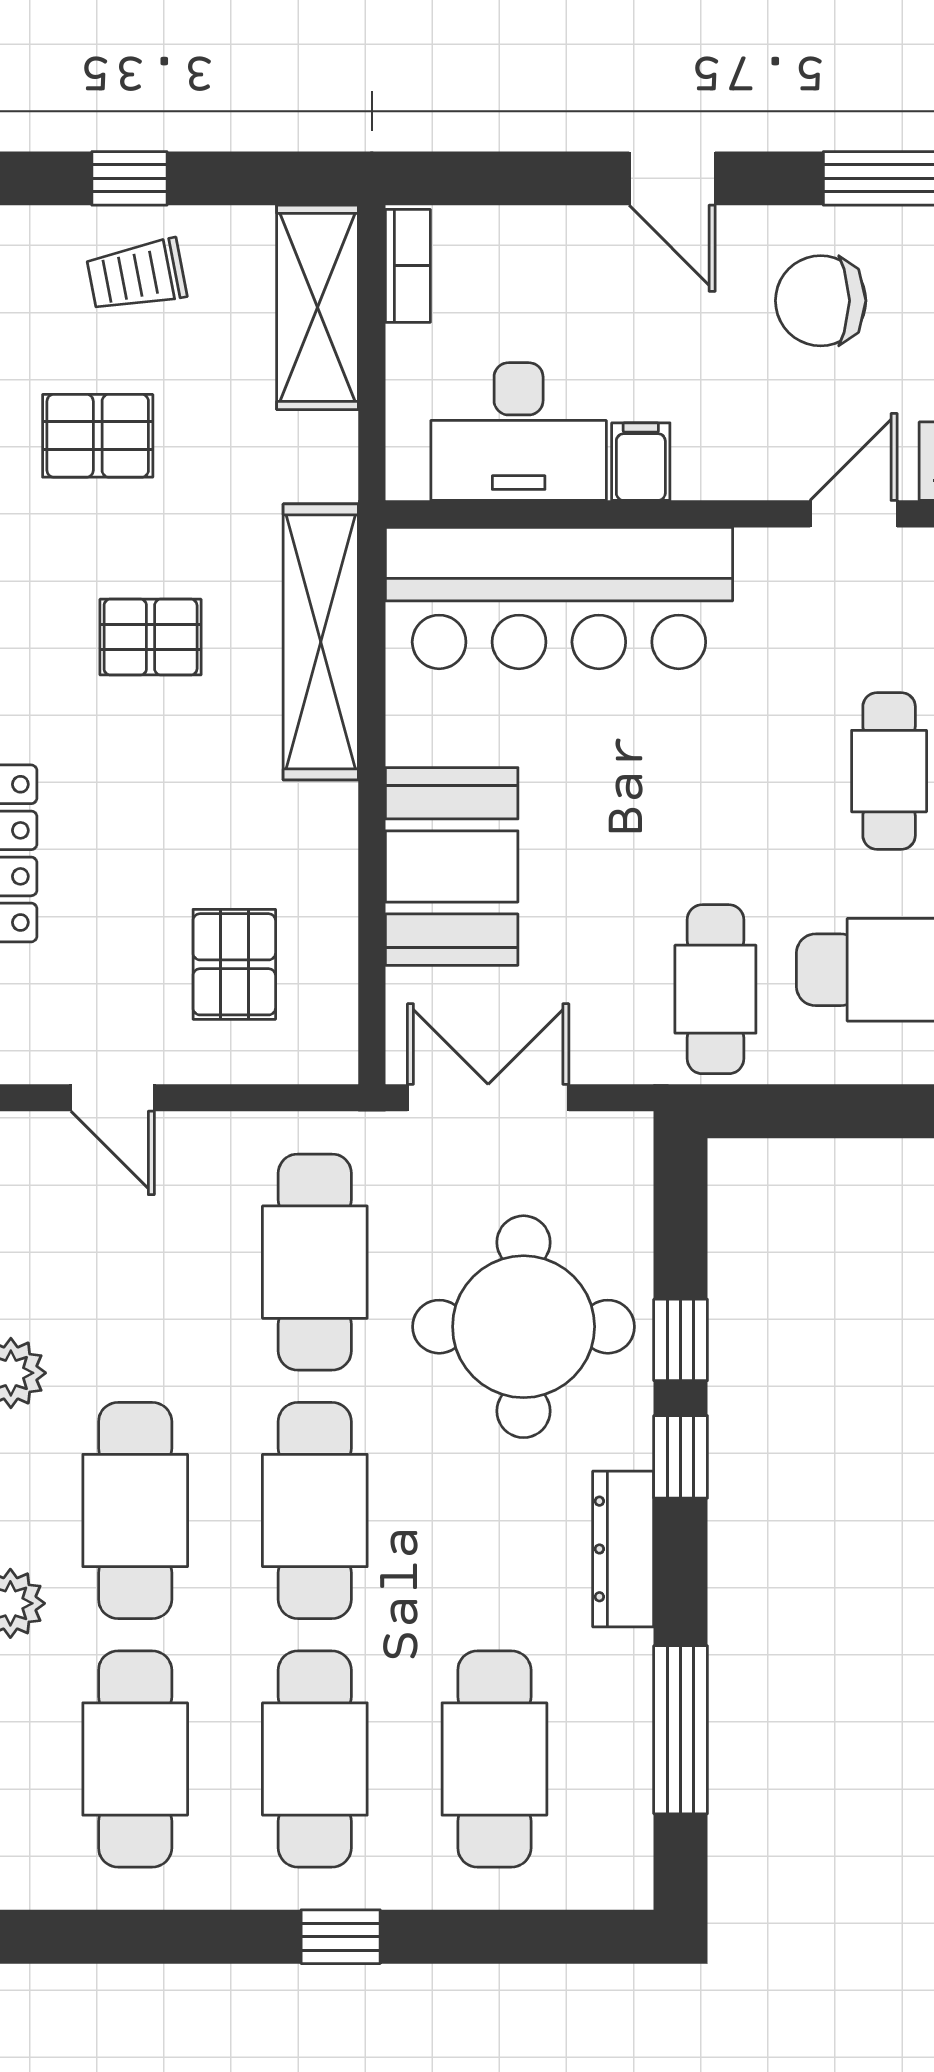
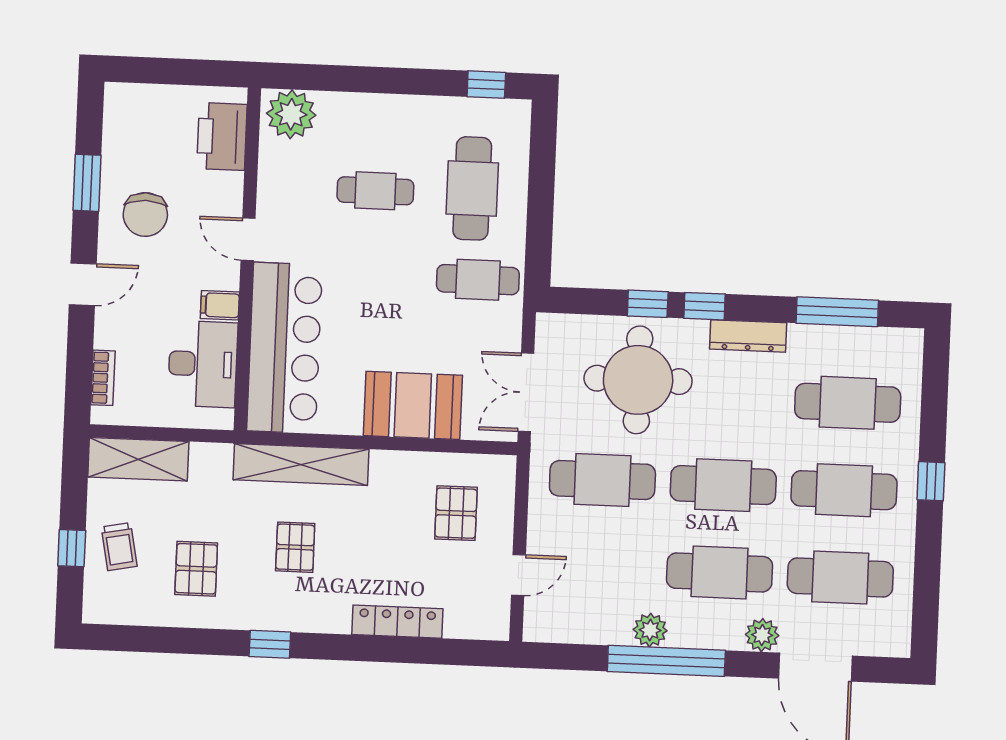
bookcase: (408, 266) -> (103, 378), moved, turned 90
door: (854, 514) -> (248, 239), moved
pallet: (234, 964) -> (456, 513), turned 90

